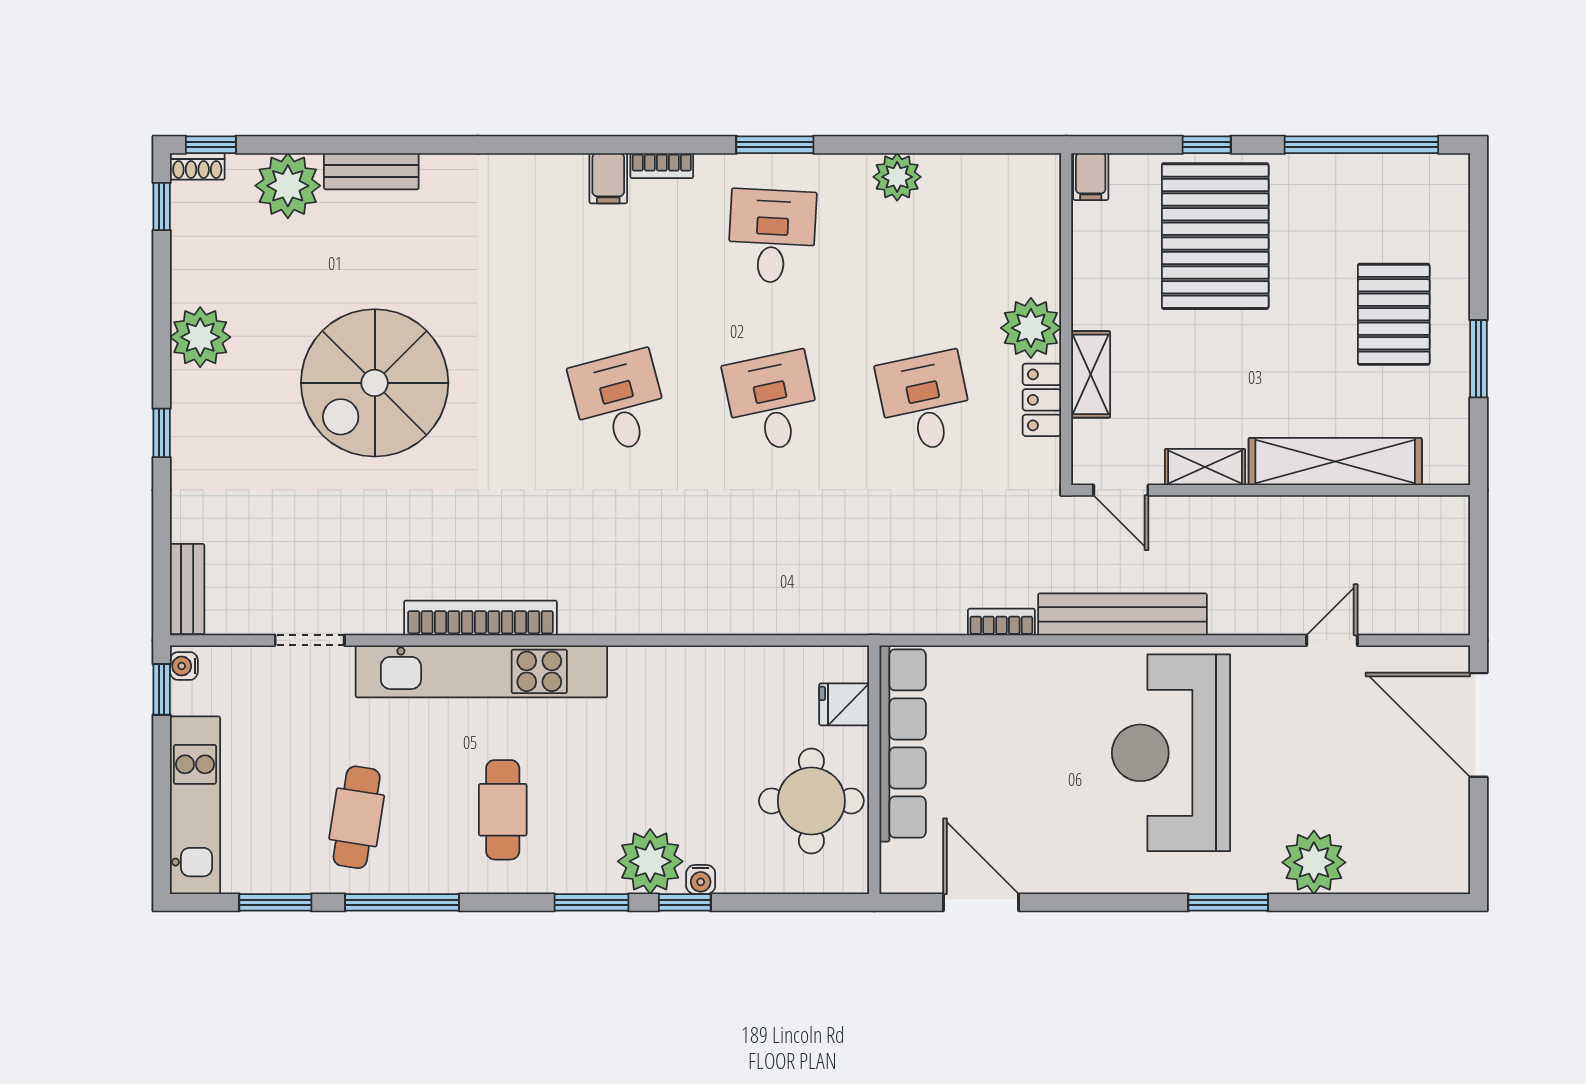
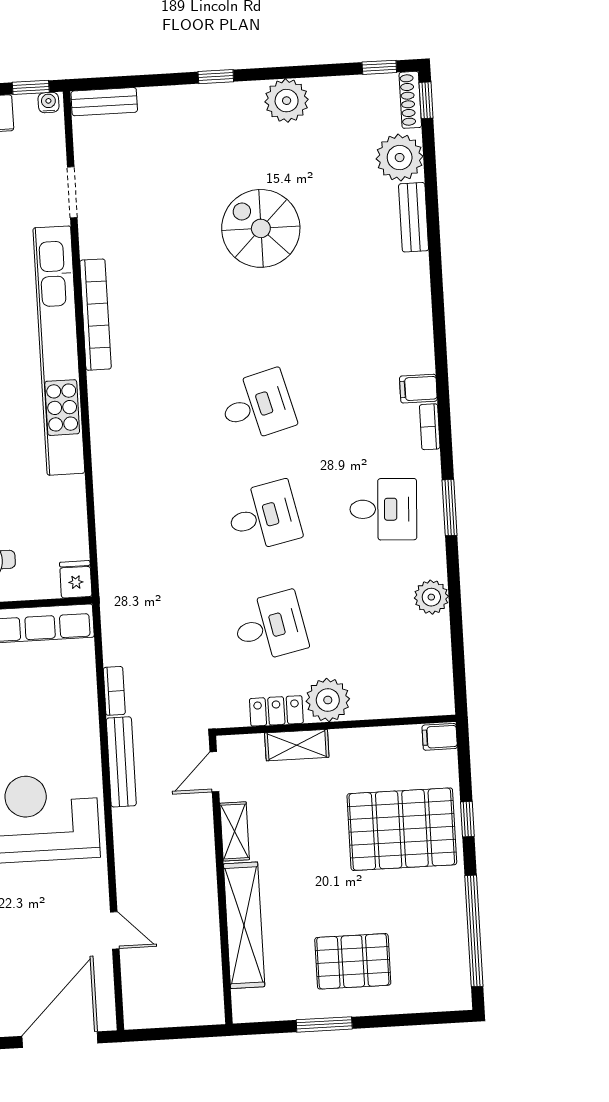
shoe rack: (197, 166) -> (410, 100), width x1.43
spiral stairs: (375, 383) -> (261, 228), width x0.73, depth x0.73
bench: (1123, 614) -> (121, 762), width x0.73, depth x0.82
kitchen unit: (481, 671) -> (59, 351), width x1.36
fridge: (844, 704) -> (76, 579), moved

